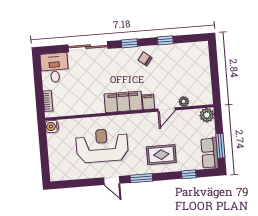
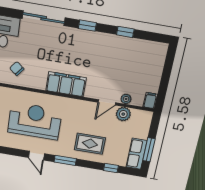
chair: (145, 59) -> (17, 69), moved
filing cabinet: (148, 102) -> (150, 101), moved
plant: (207, 115) -> (123, 114), moved

